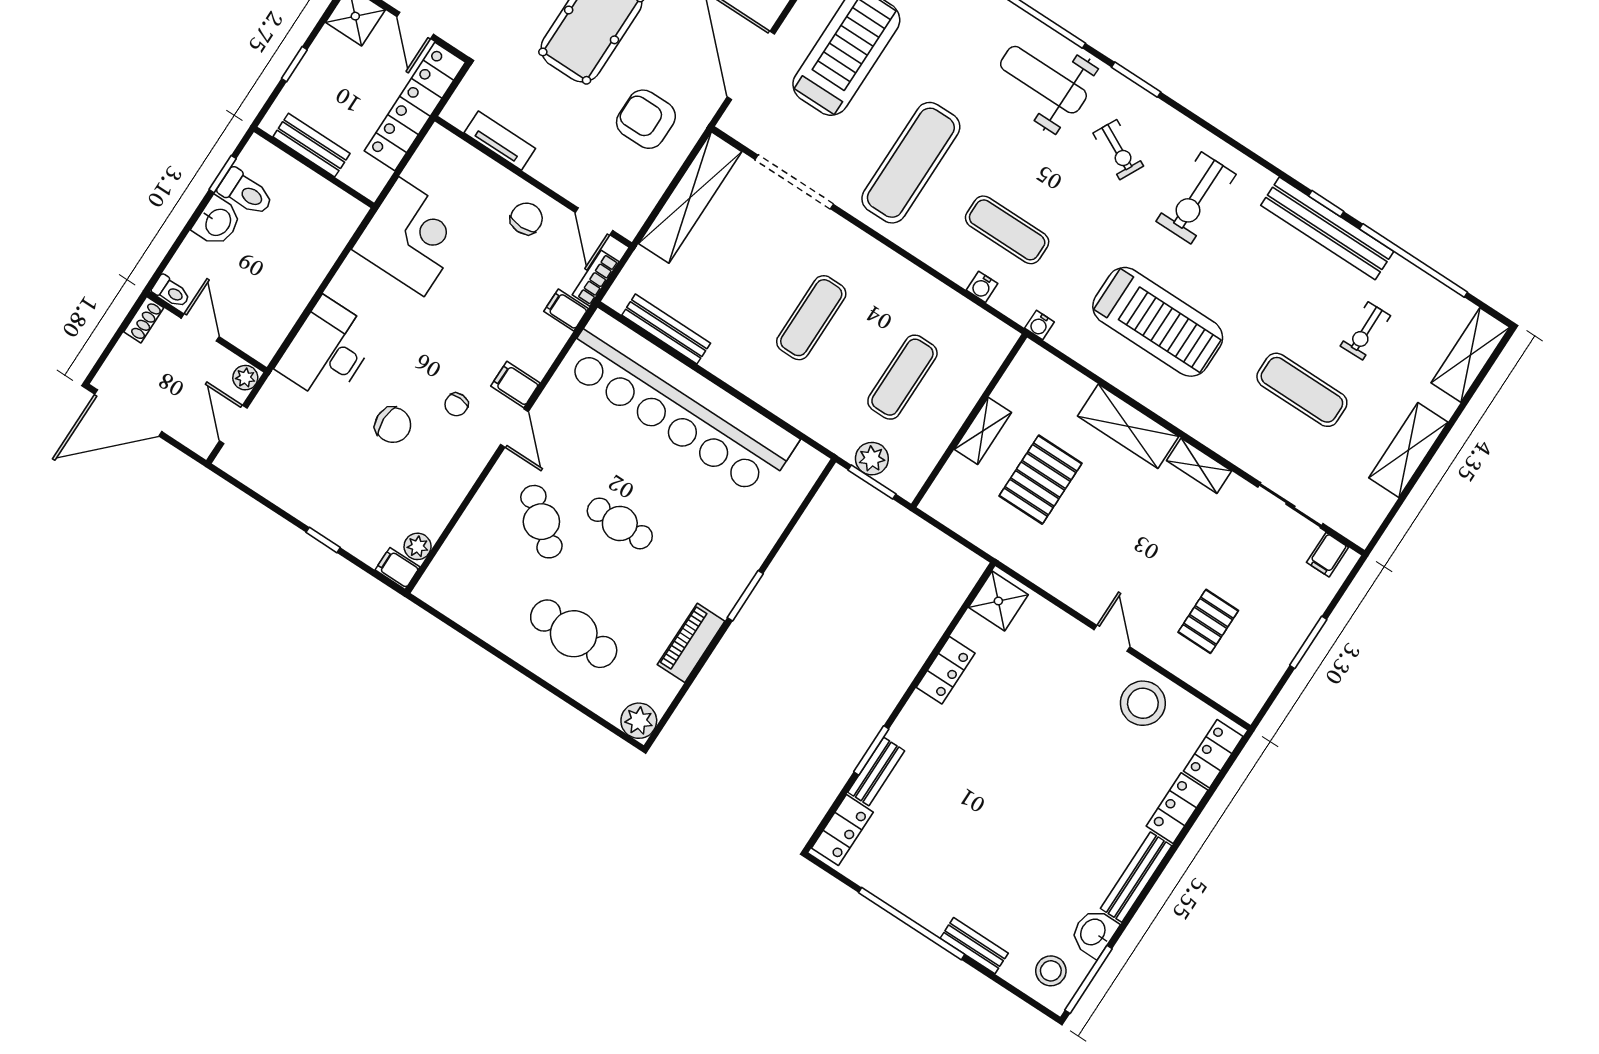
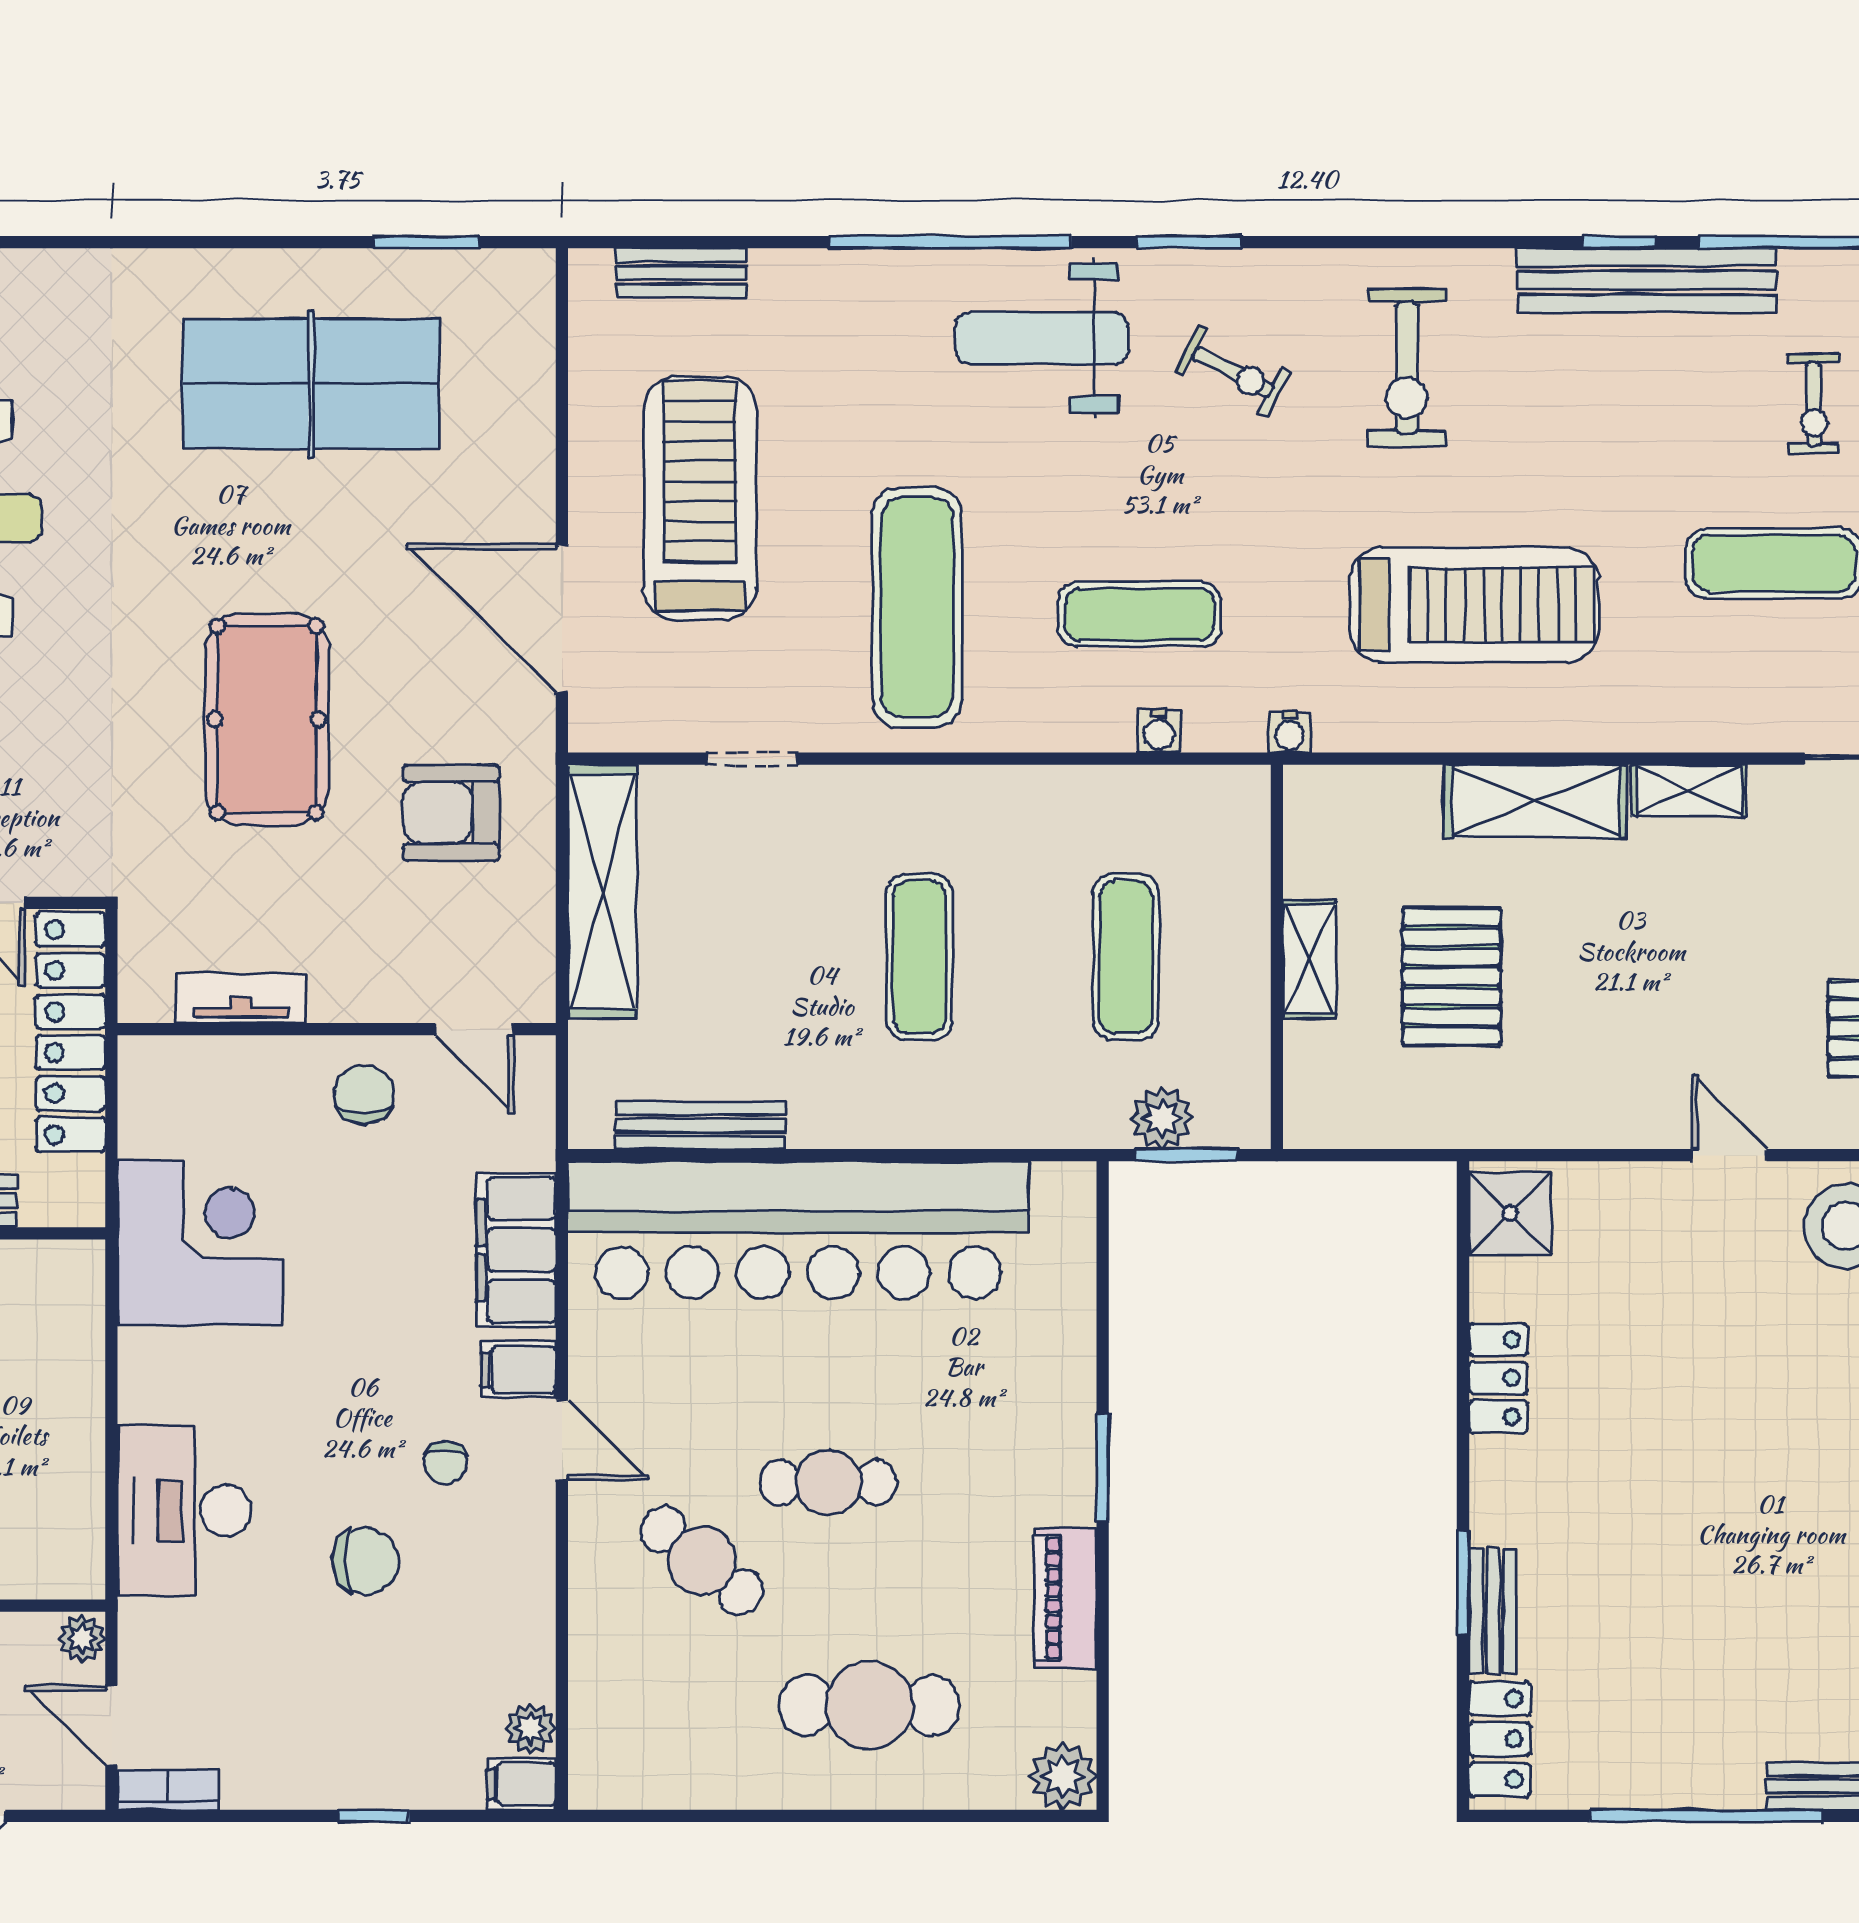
doorway: (794, 182) -> (752, 759), width x0.53
bookcase: (596, 278) -> (168, 1790), moved, turned 90
filing cabinet: (566, 310) -> (516, 1250), width x3.00, depth x1.17

